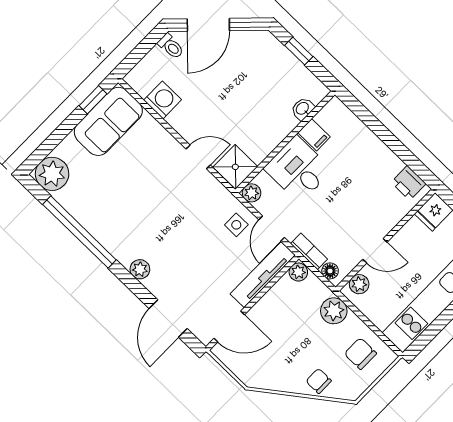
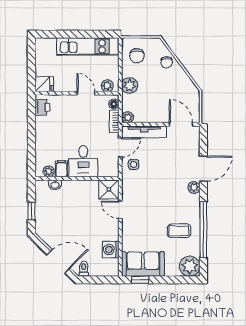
plant: (252, 193) -> (49, 171), moved
coffee table: (106, 202) -> (179, 231), added
door: (168, 319) -> (203, 169), moved

